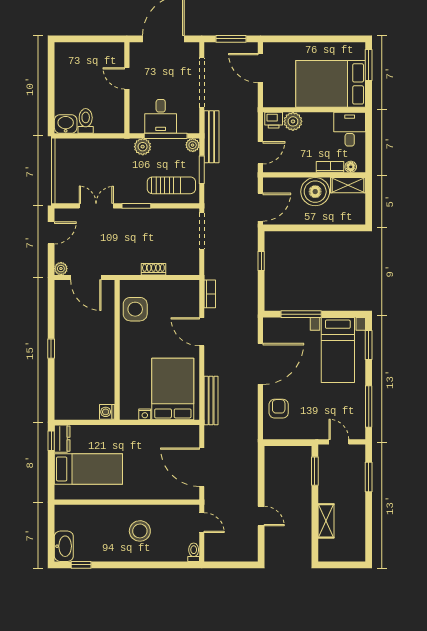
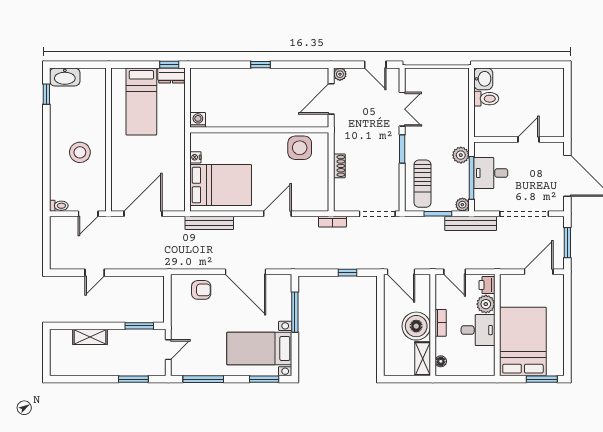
desk: (350, 129) -> (478, 330), moved
bookcase: (330, 167) -> (441, 323), moved
bookcase: (210, 294) -> (332, 222), moved

